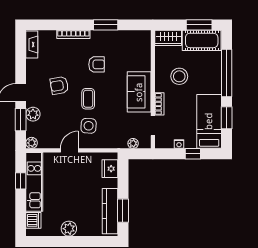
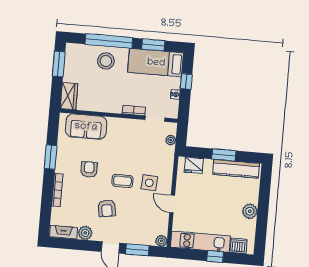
cot: (202, 40) -> (74, 63), removed
stool: (179, 76) -> (106, 61), moved
sofa: (139, 92) -> (86, 127), moved
plant: (33, 114) -> (85, 233), moved
window: (21, 181) -> (215, 257), moved
window: (123, 211) -> (224, 155), moved

